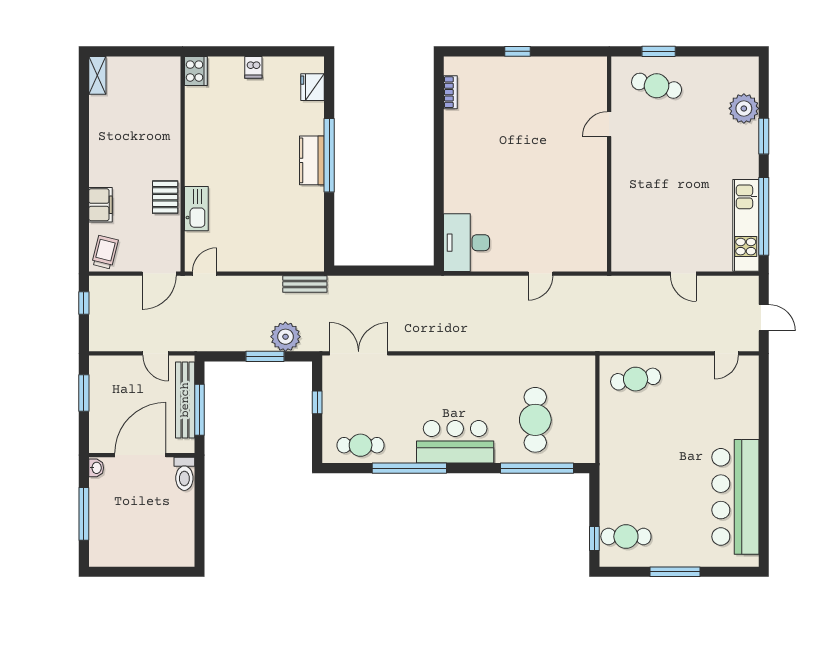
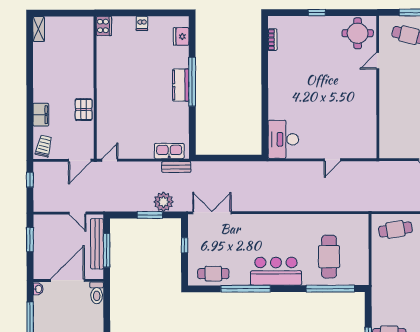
round table: (579, 83) -> (358, 33), added
kitchen sink: (196, 209) -> (169, 151), moved, turned -90

